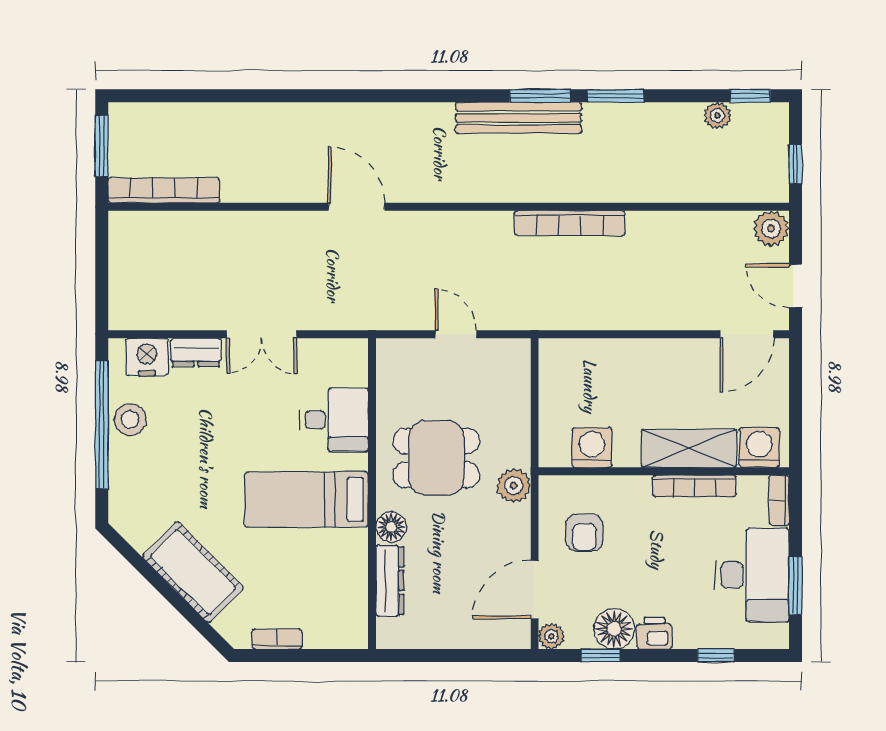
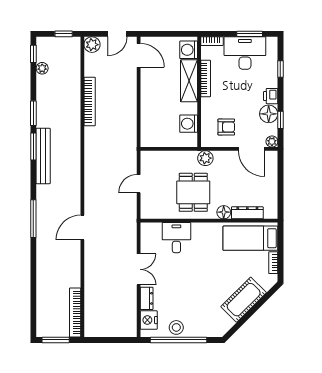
window: (377, 96) -> (33, 219), added
bookcase: (569, 223) -> (90, 101), moved
bed: (306, 499) -> (250, 238), moved, turned 90

